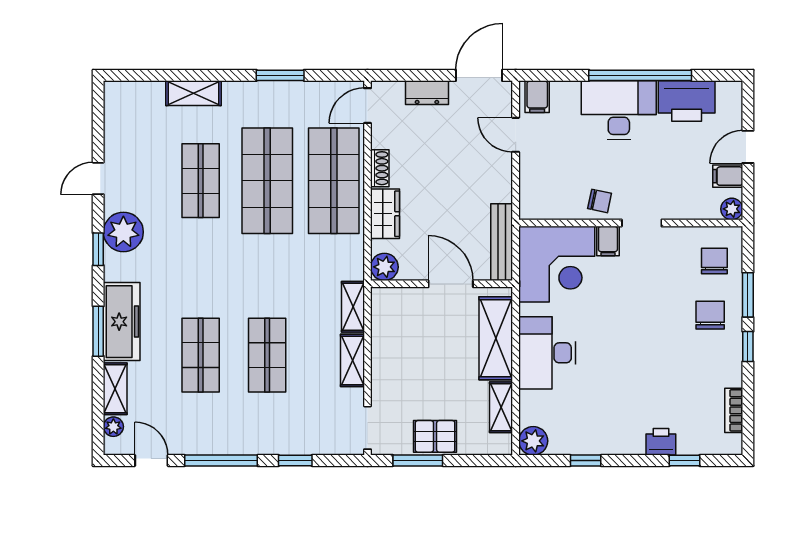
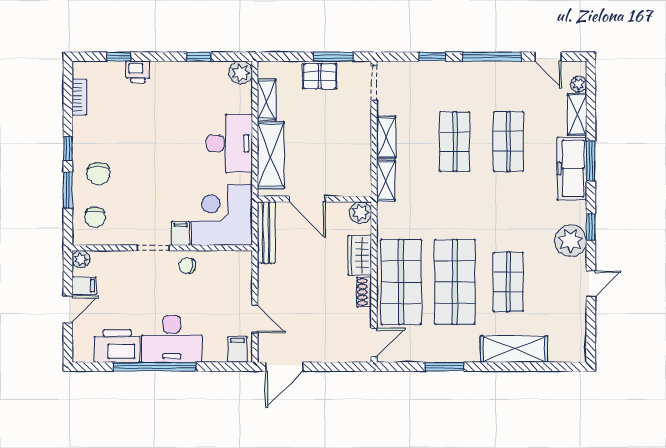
shelving: (193, 93) -> (514, 349), width x1.50, depth x1.33
dresser: (427, 93) -> (326, 353), removed

